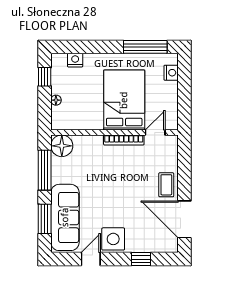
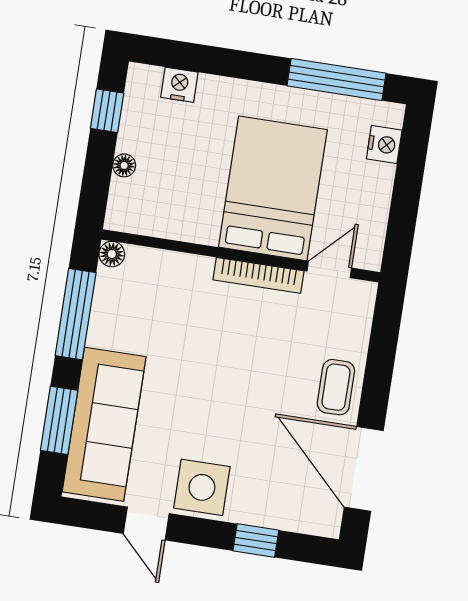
floor lamp: (62, 146) -> (112, 254), width x0.53, depth x0.53
door: (91, 259) -> (146, 524), swing flipped

